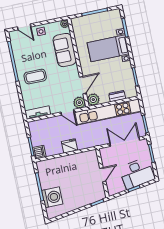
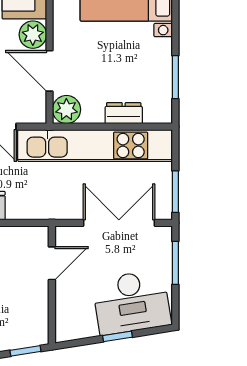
door: (83, 85) -> (49, 71), swing flipped
plant: (79, 103) -> (33, 35), moved
door: (103, 175) -> (52, 263), moved

